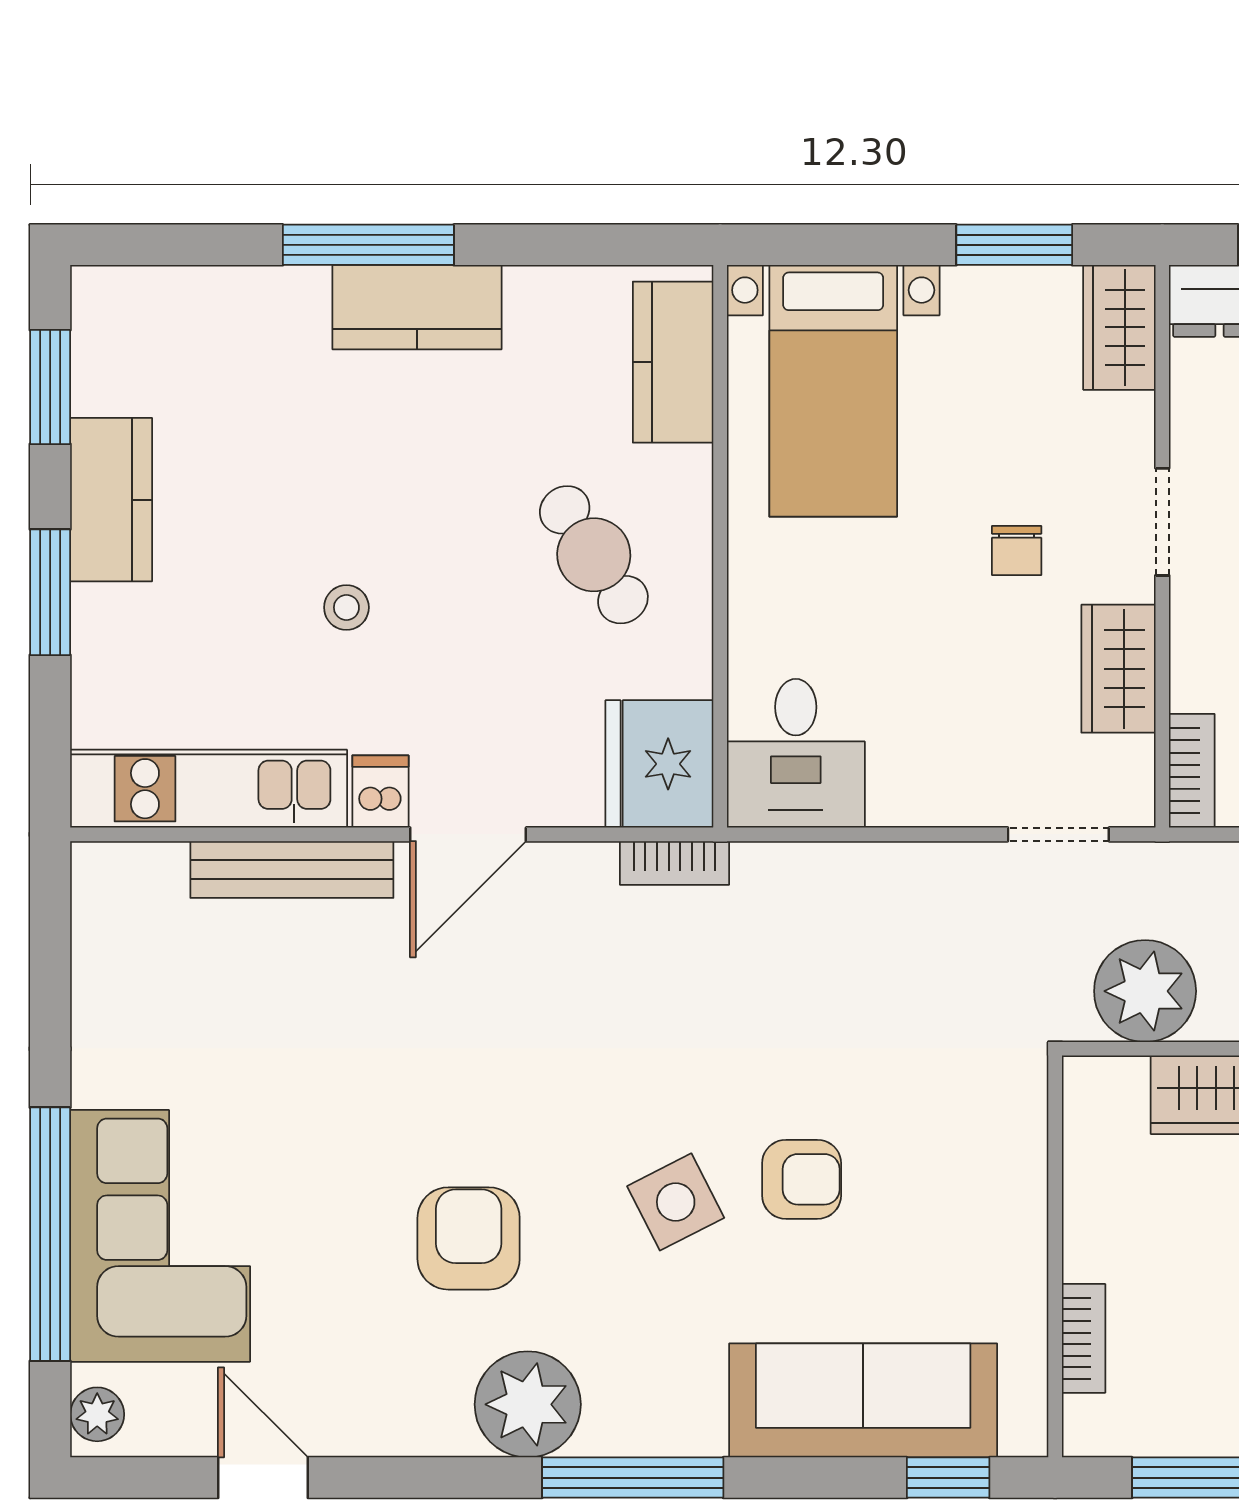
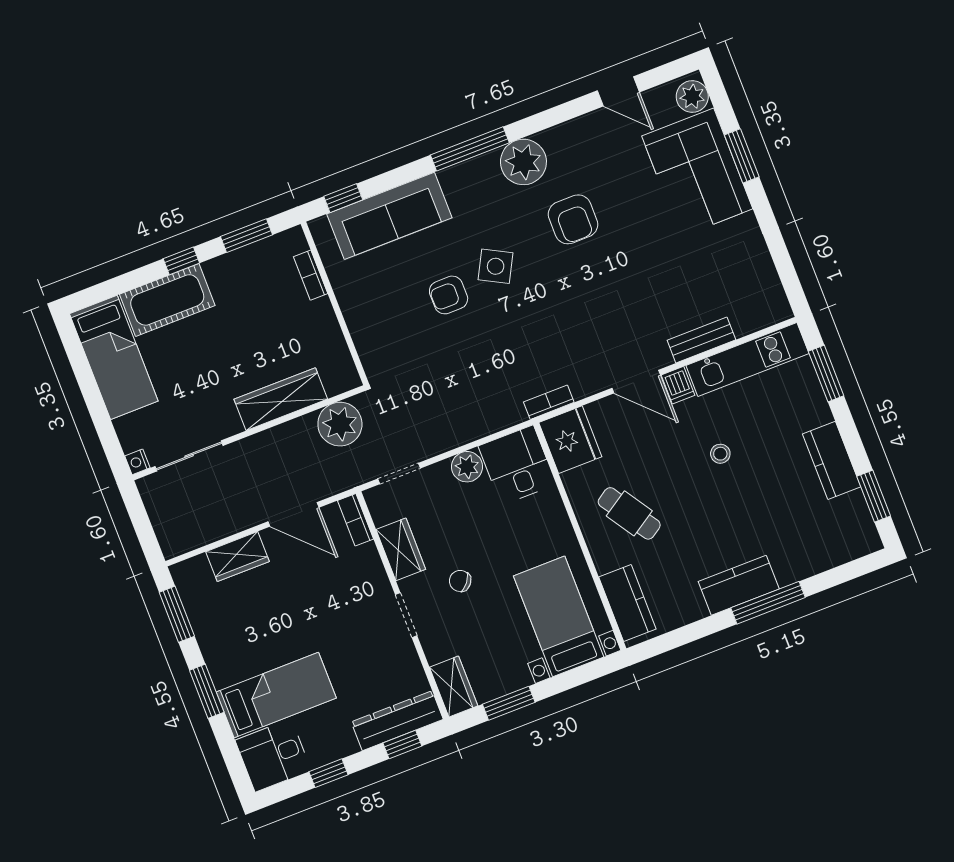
chair: (1017, 551) -> (460, 581), turned -51
window: (50, 592) -> (826, 374), moved
plant: (906, 792) -> (467, 467), added
door: (468, 834) -> (636, 382), swing flipped
bench: (292, 870) -> (701, 340), width x0.73
side table: (676, 1202) -> (496, 266), turned -35
window: (50, 1234) -> (742, 156), width x0.47
plant: (97, 1414) -> (692, 97), width x1.38, depth x1.38

